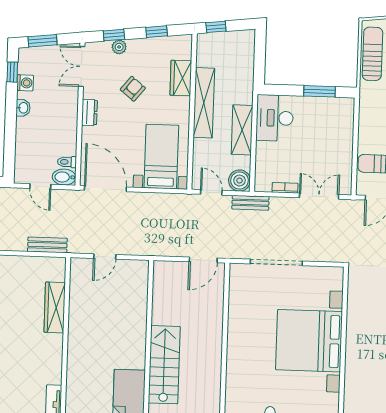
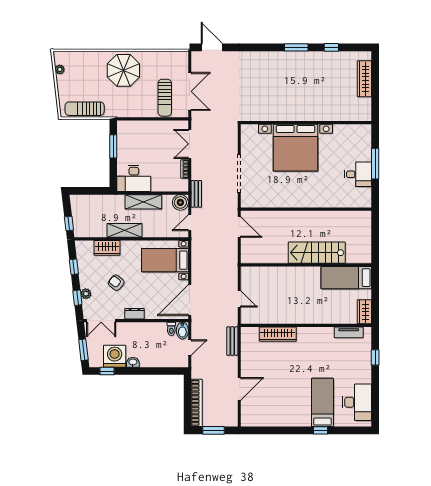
washing machine: (25, 83) -> (115, 356), width x1.89, depth x1.89
shelving: (204, 103) -> (125, 230), width x0.68

